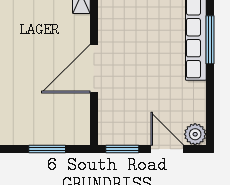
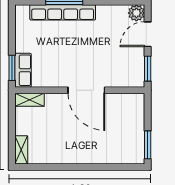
window: (47, 149) -> (148, 145), moved

